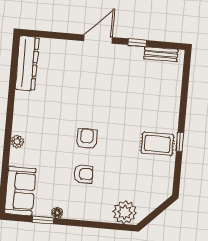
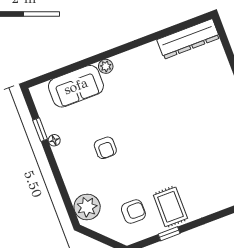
armchair: (87, 139) -> (133, 212), moved
window: (180, 142) -> (169, 234), moved
sofa: (20, 191) -> (76, 86), moved

